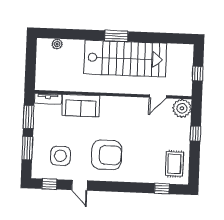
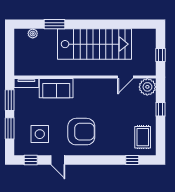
window: (116, 36) -> (54, 24), moved

